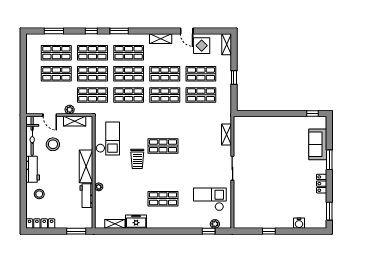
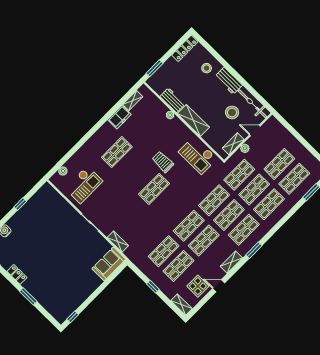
window: (91, 31) -> (285, 219), removed
window: (119, 31) -> (254, 250), moved
sofa: (318, 144) -> (109, 264), moved, turned -90
window: (209, 231) -> (62, 162), removed

